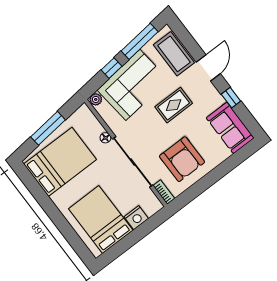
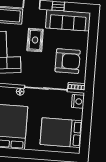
sofa: (230, 128) -> (68, 20), width x1.36
nightstand: (136, 218) -> (78, 101), moved

